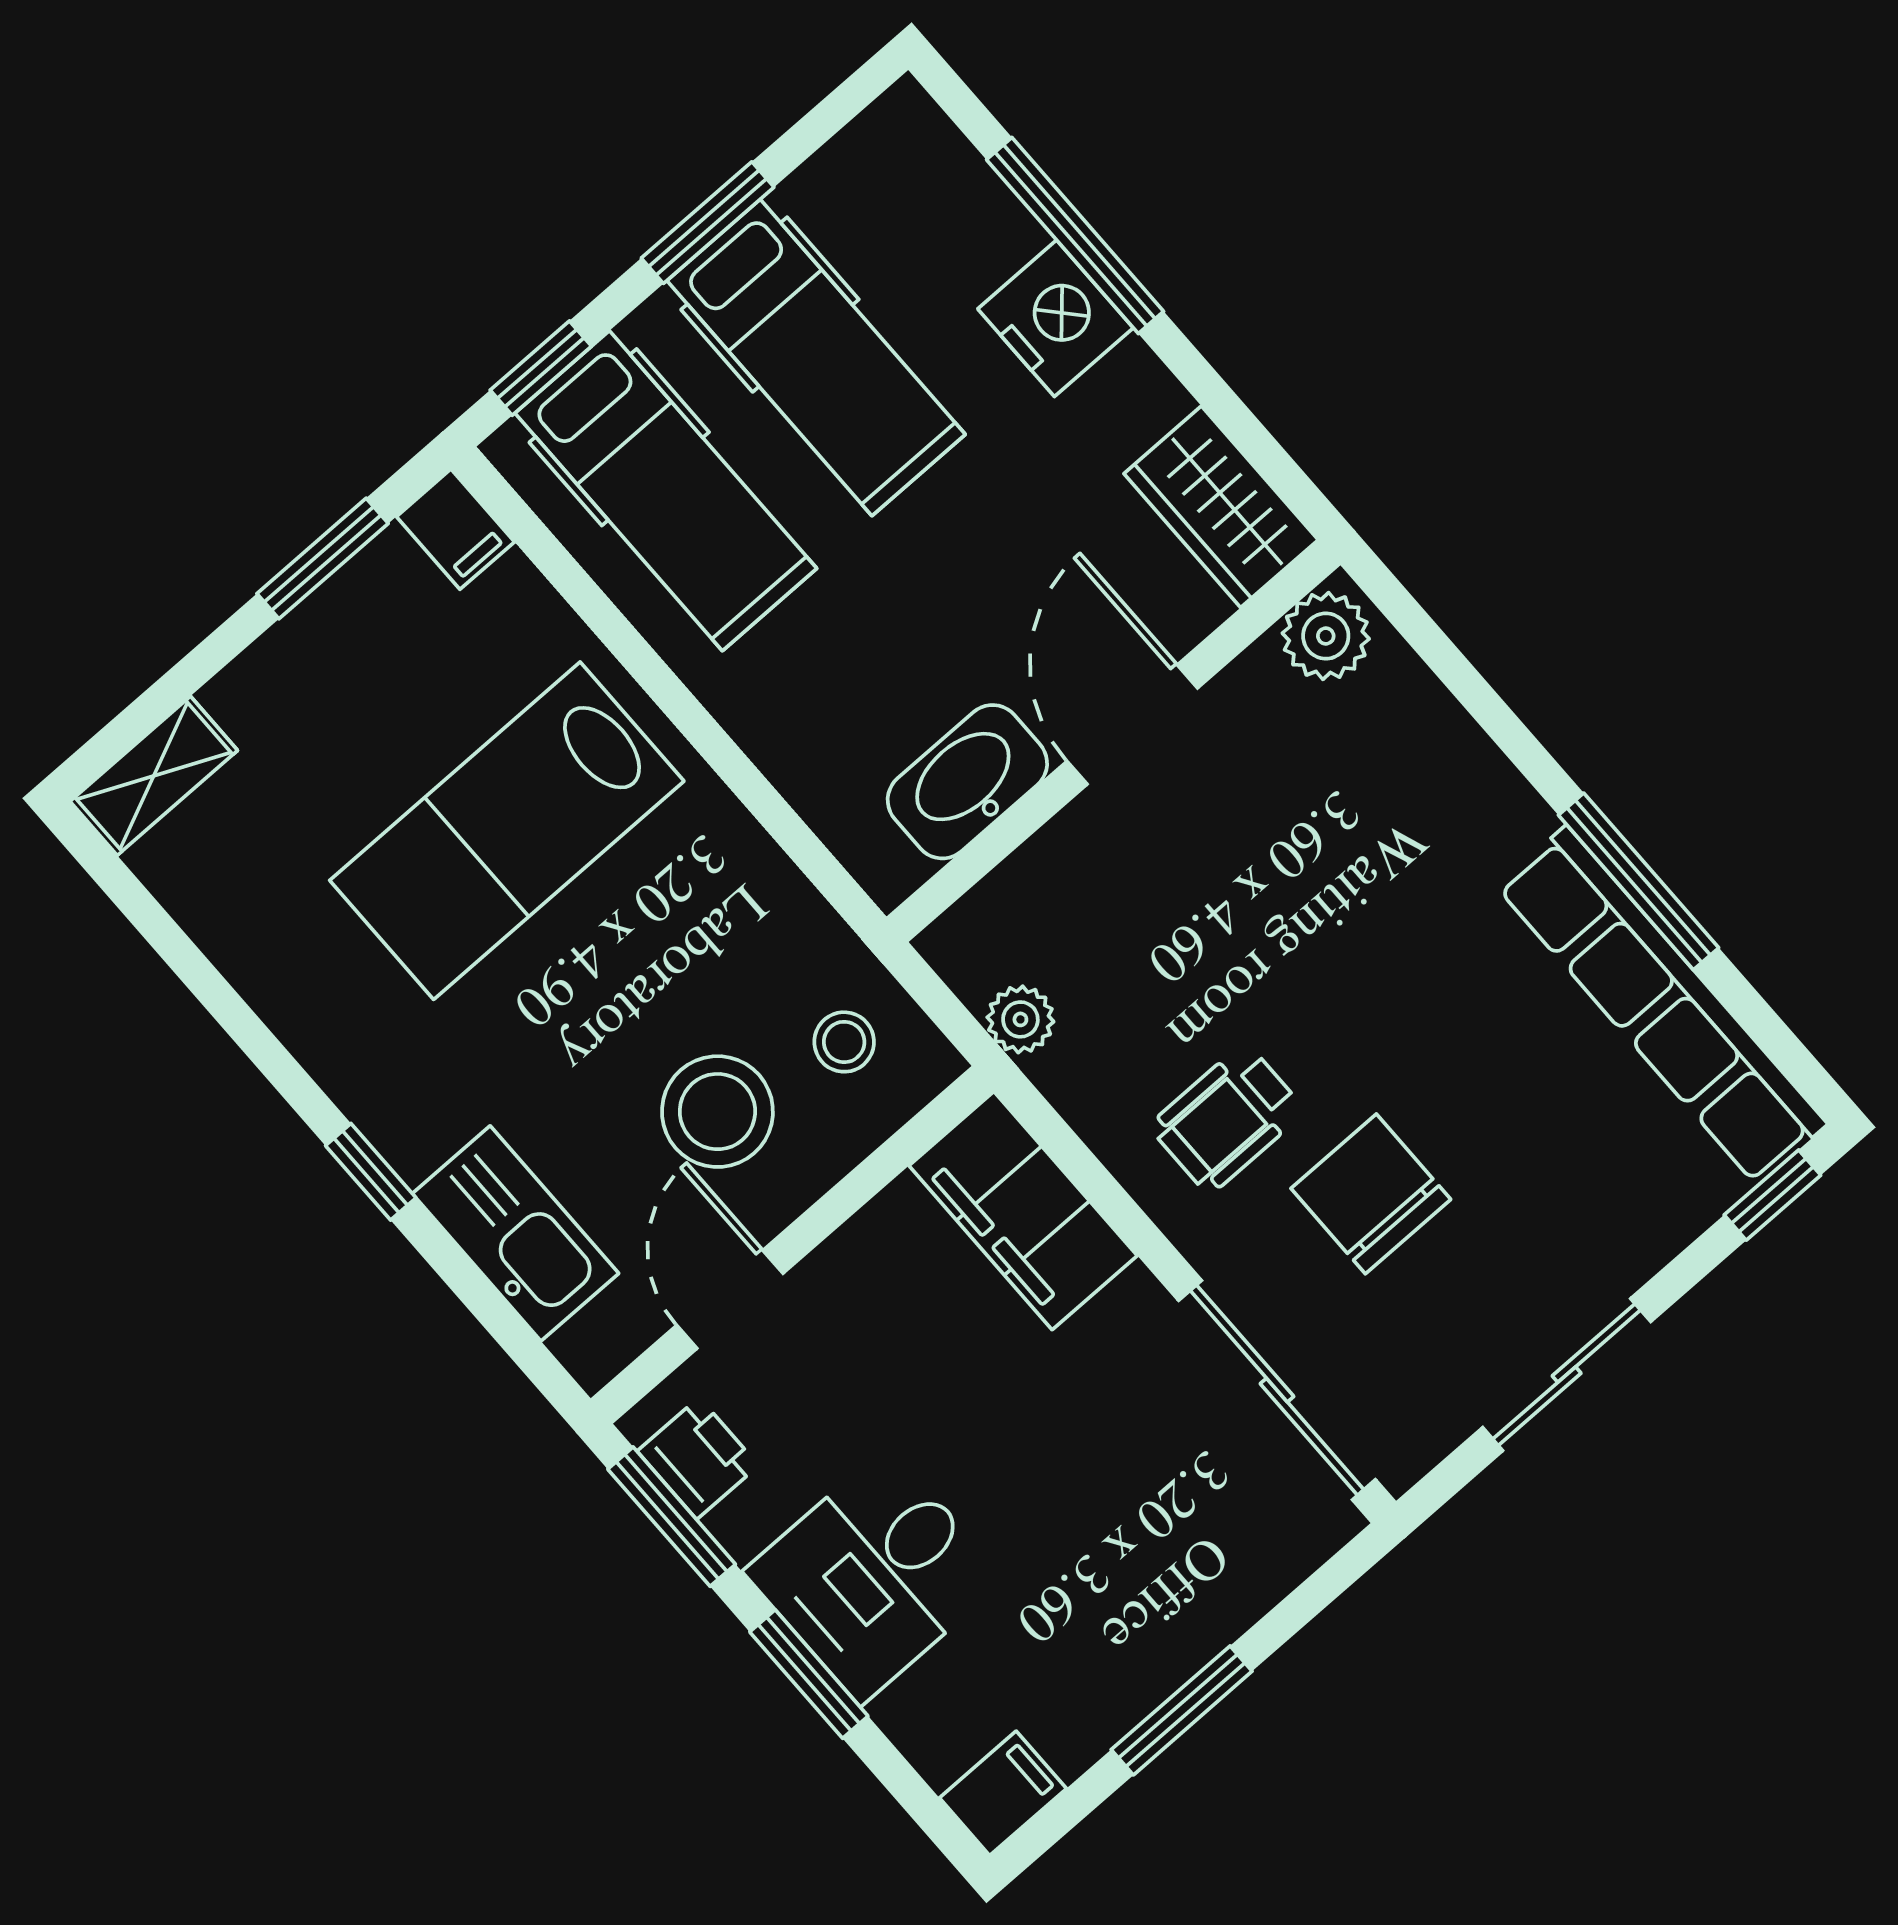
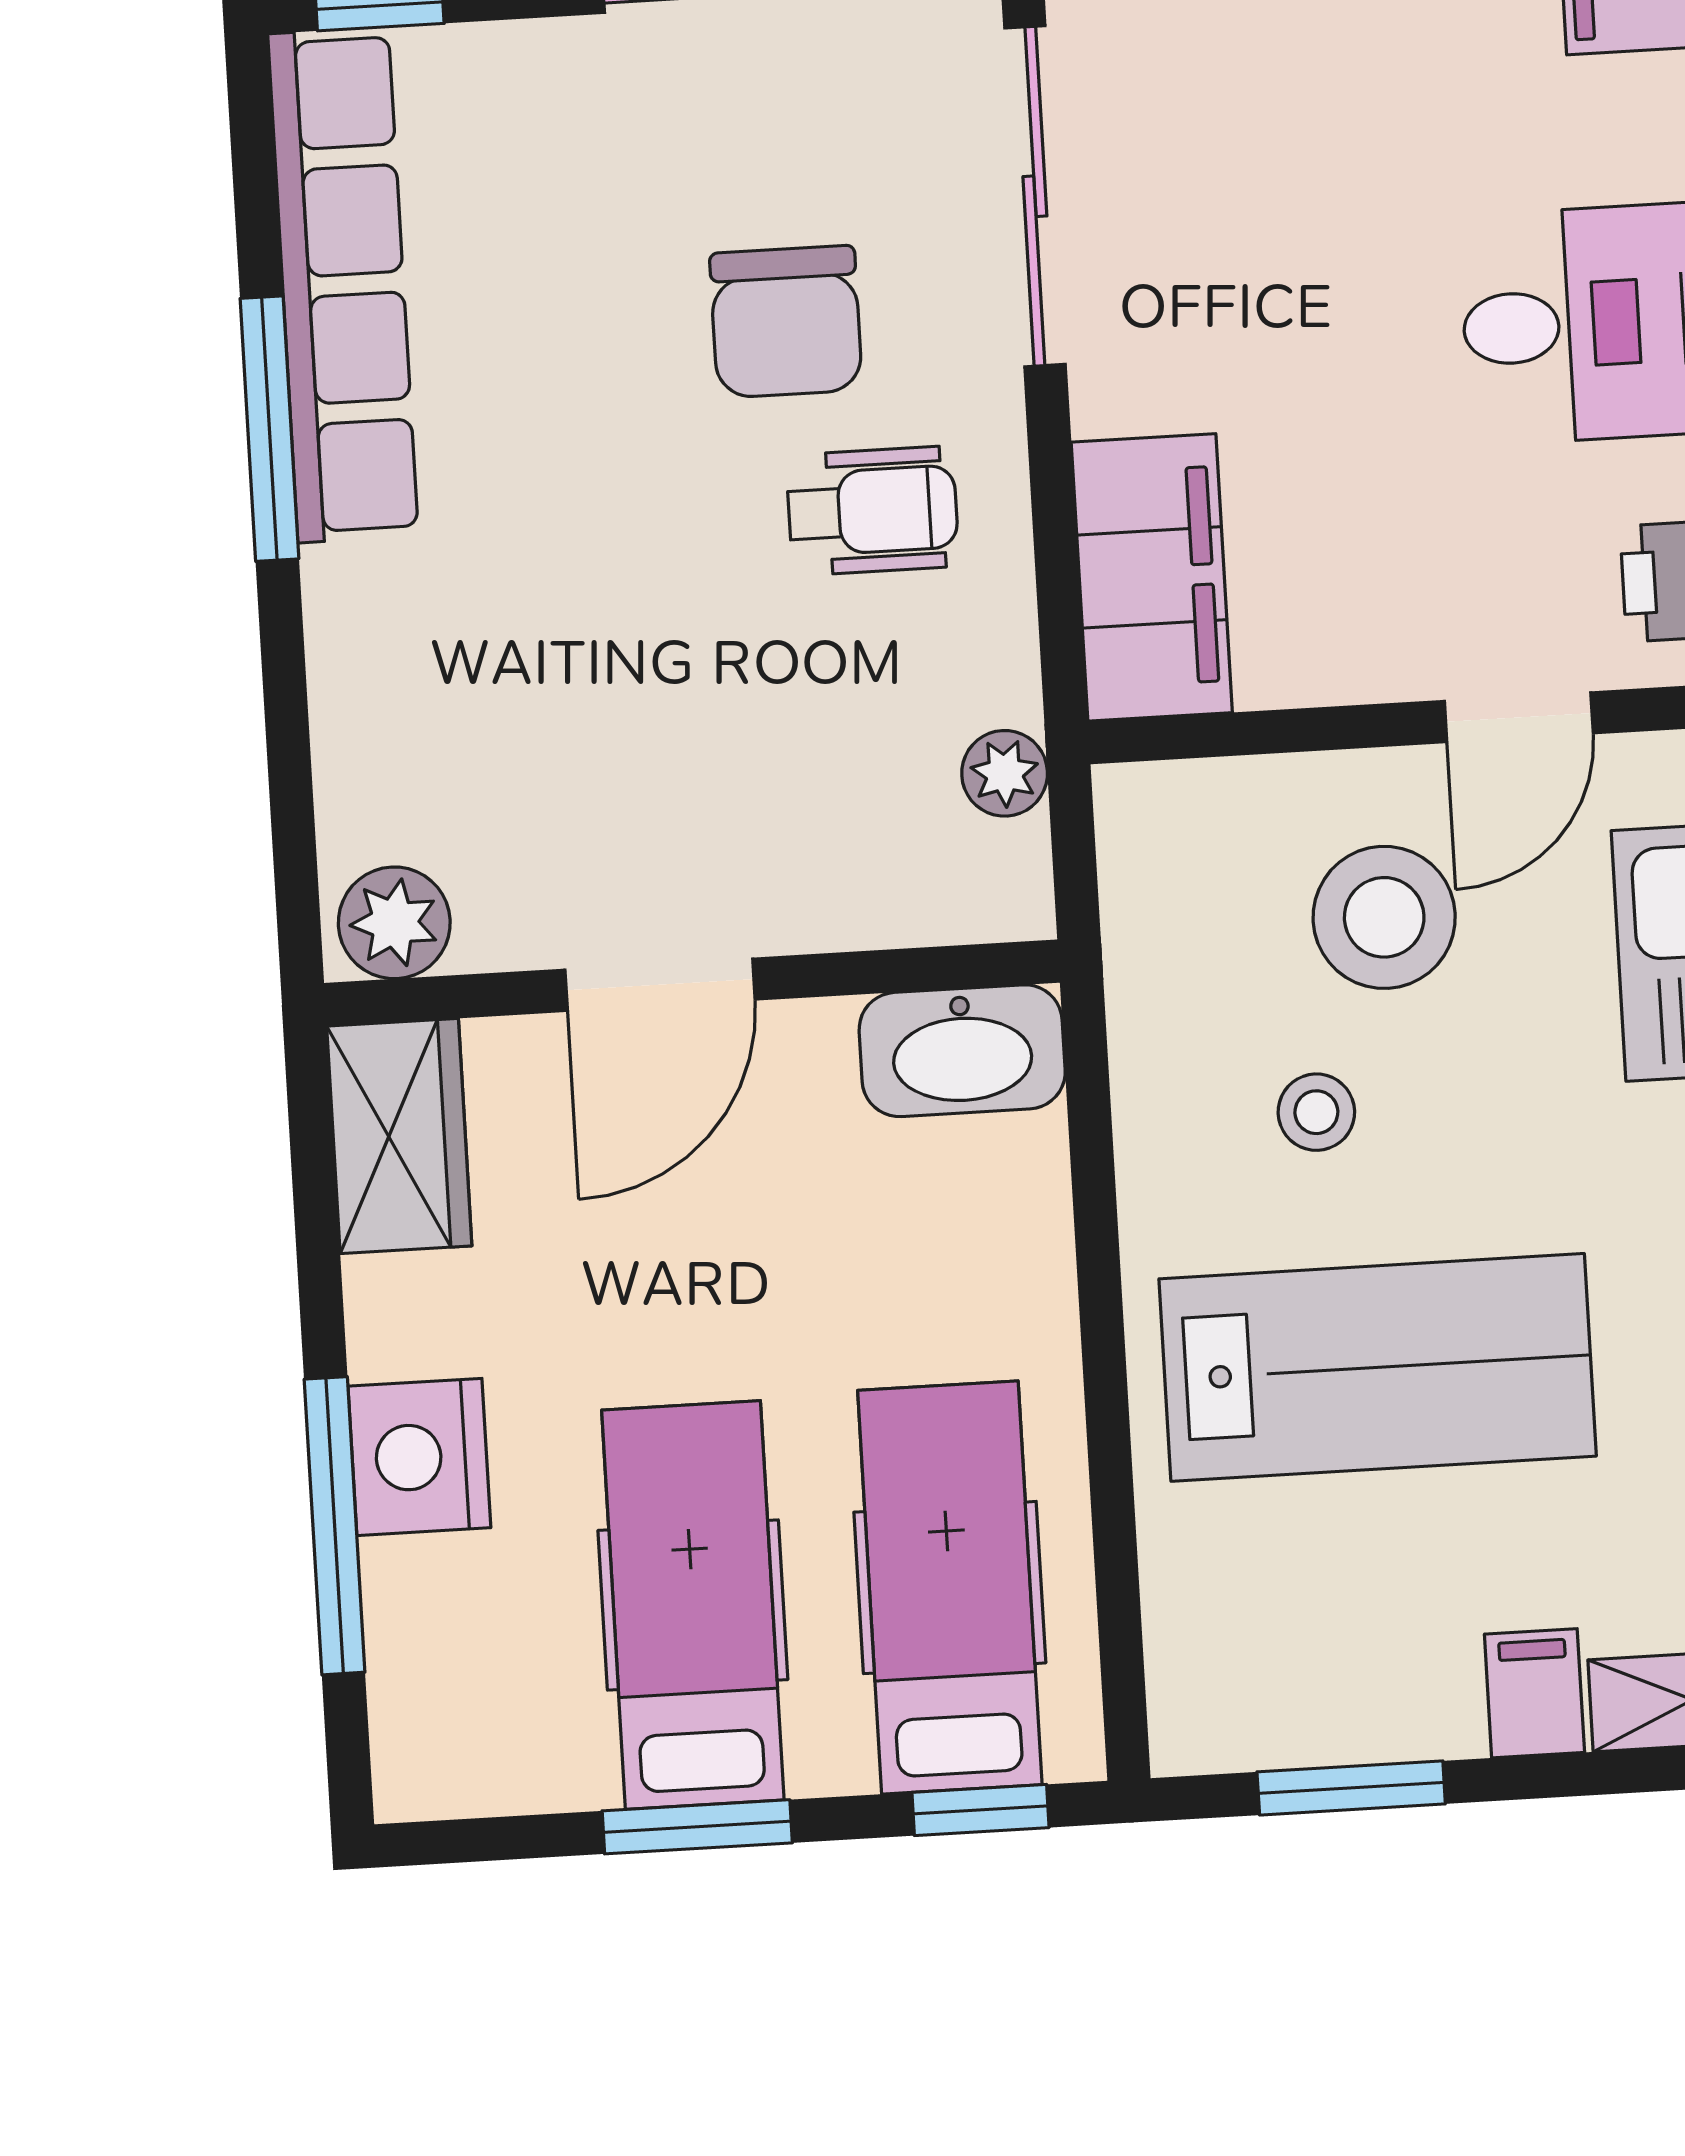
filing cabinet: (455, 529) -> (1534, 1693), moved
washbasin: (967, 782) -> (962, 1051), moved
stool: (844, 1042) -> (1316, 1112), moved

